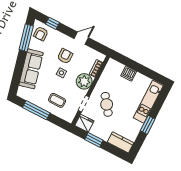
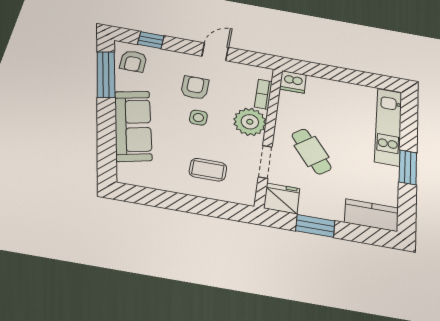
dishwasher: (129, 74) -> (293, 82), moved
window: (36, 110) -> (170, 200), removed

